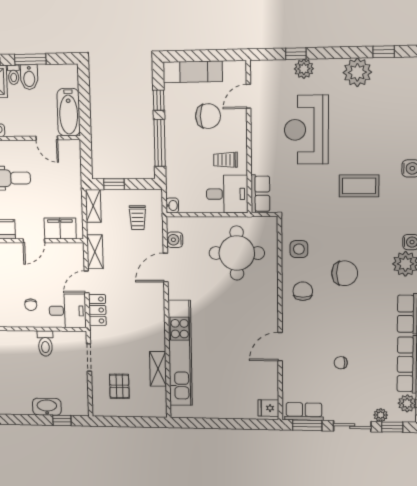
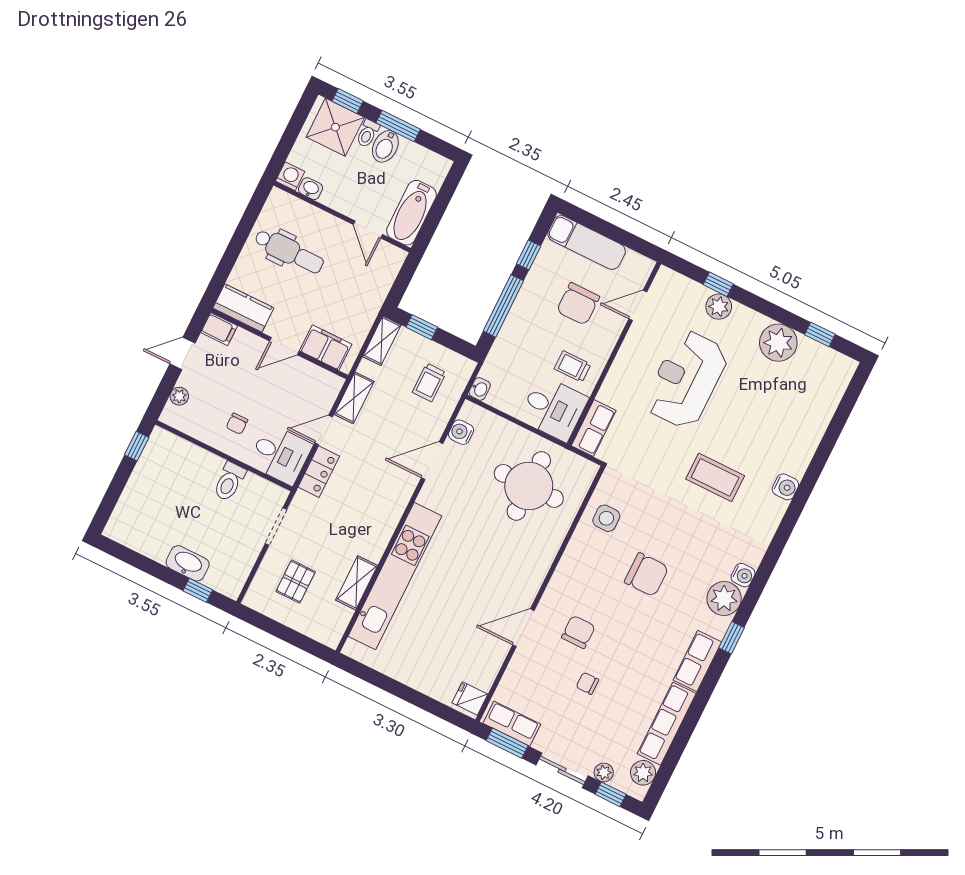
chair: (208, 116) -> (578, 304), turned 90
chair: (303, 291) -> (578, 632), moved

